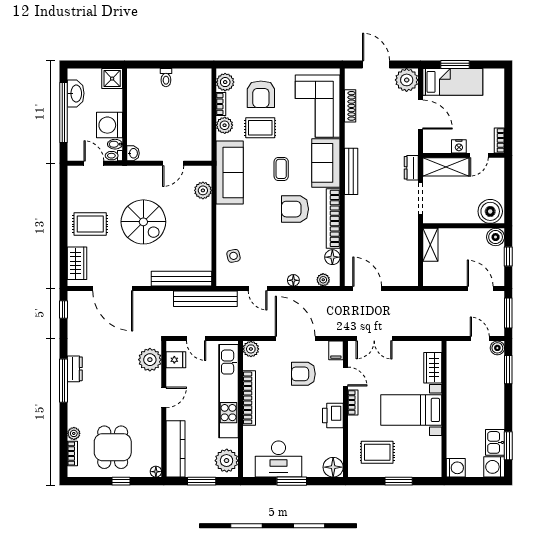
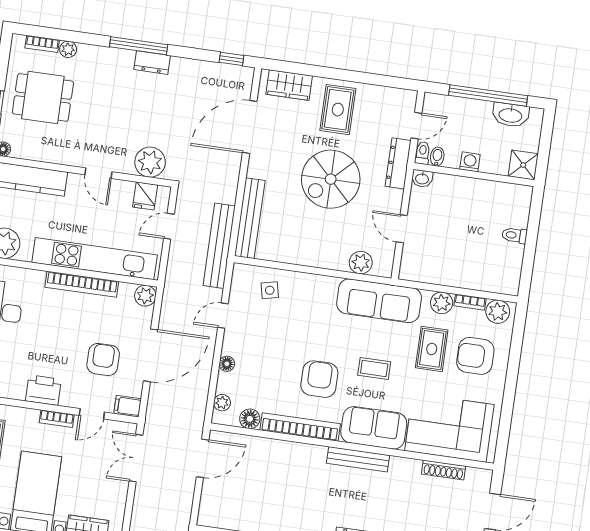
washing machine: (109, 125) -> (470, 162), width x0.53, depth x0.53
dresser: (124, 173) -> (398, 163), added

